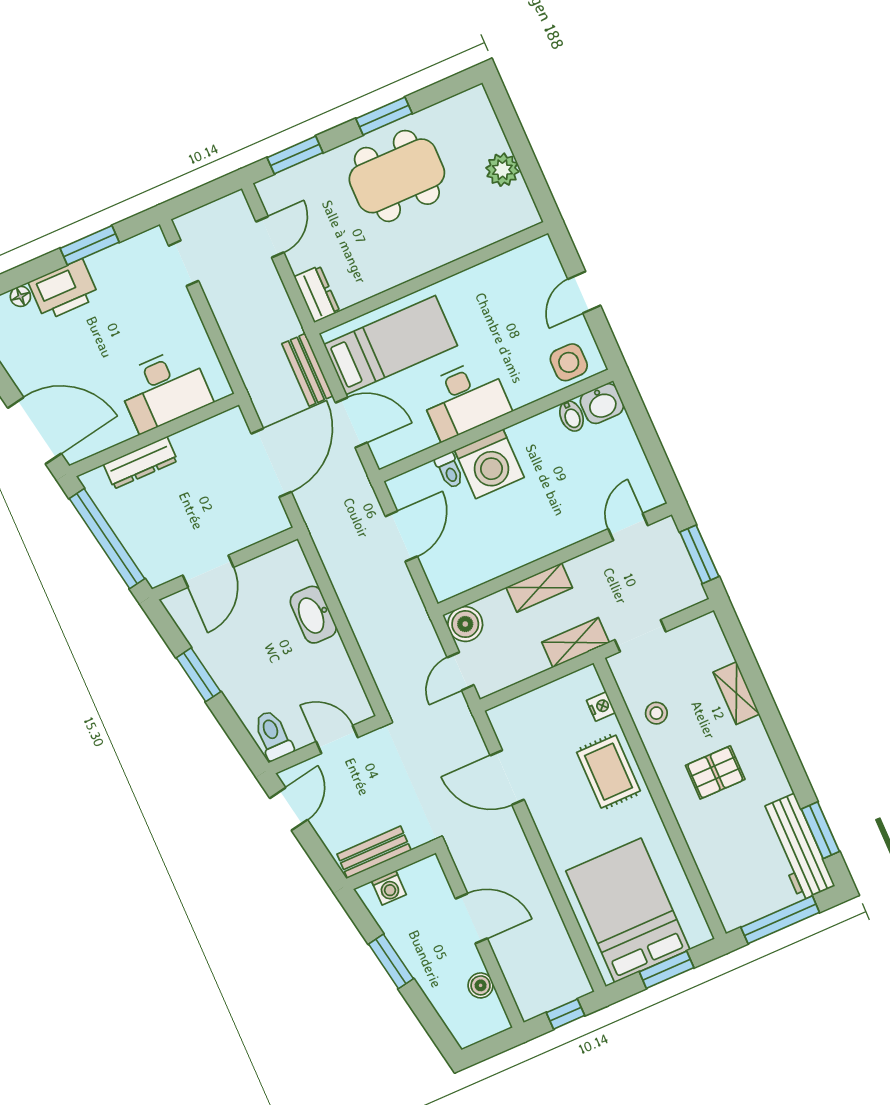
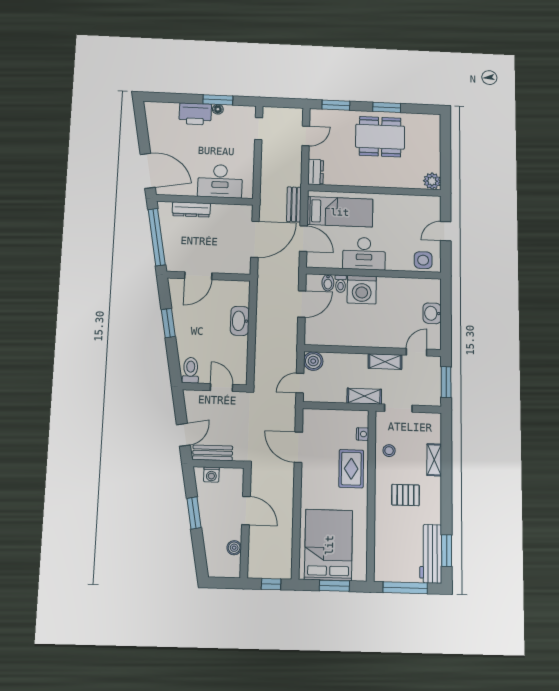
plant: (502, 170) -> (432, 181), moved
floor lamp: (20, 296) -> (218, 109), moved
washbasin: (602, 404) -> (432, 313), moved, turned 90
bidet: (572, 416) -> (328, 283), moved
shelving: (539, 588) -> (385, 362), moved
door: (289, 809) -> (183, 435), moved

